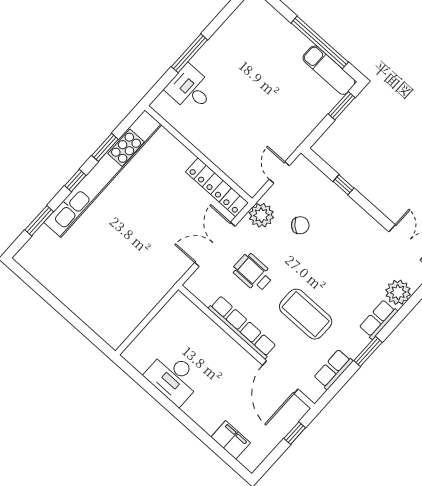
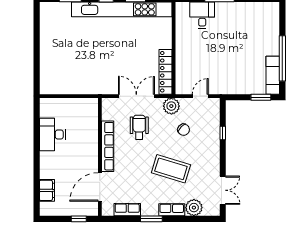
coffee table: (306, 314) -> (171, 169), moved, turned -73

